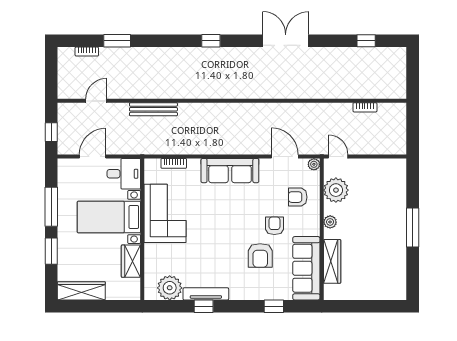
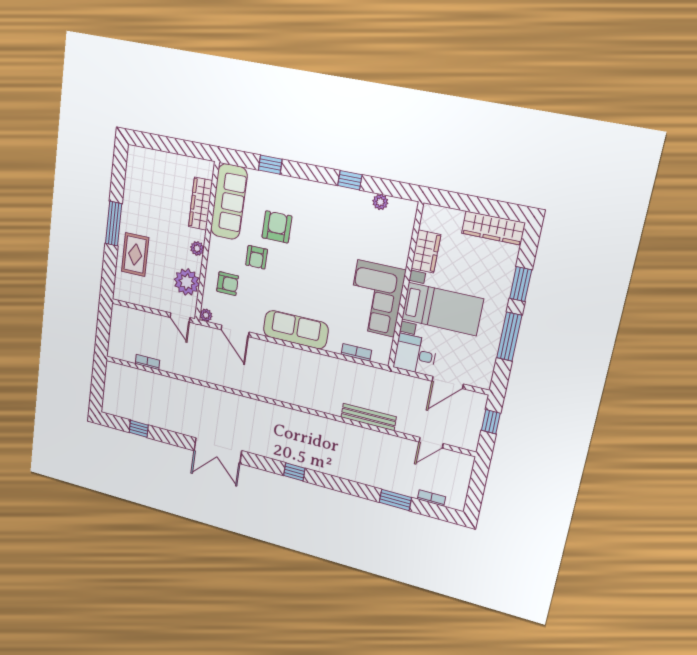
rug: (389, 204) -> (135, 255), added
plant: (170, 288) -> (380, 202), width x0.53, depth x0.53
tv unit: (206, 294) -> (345, 194), removed

